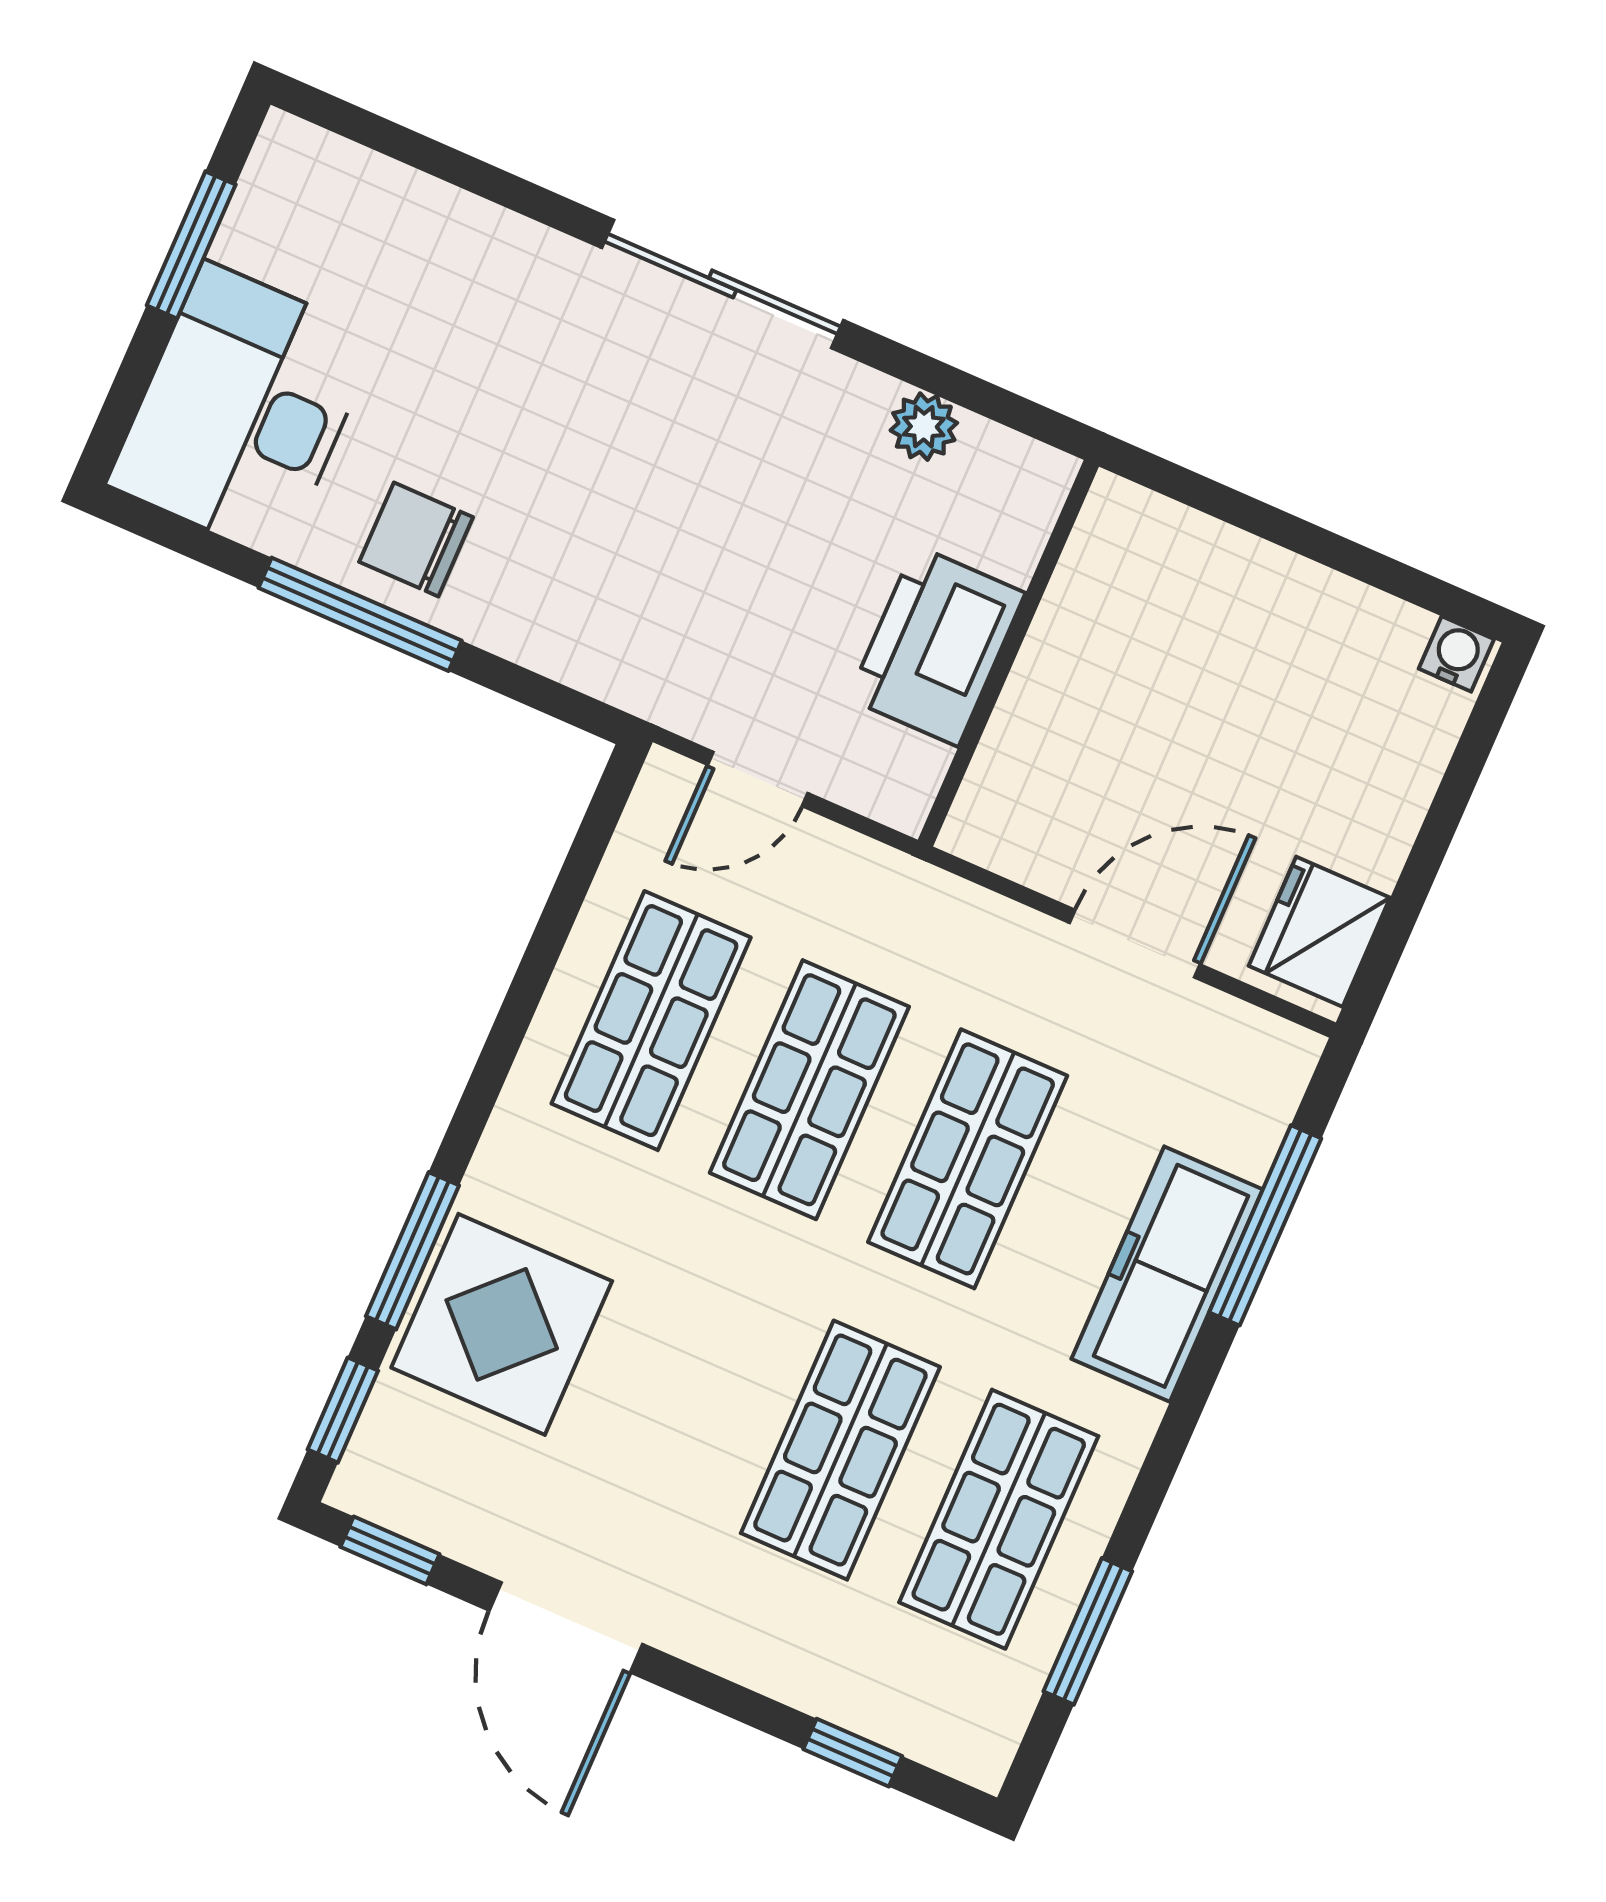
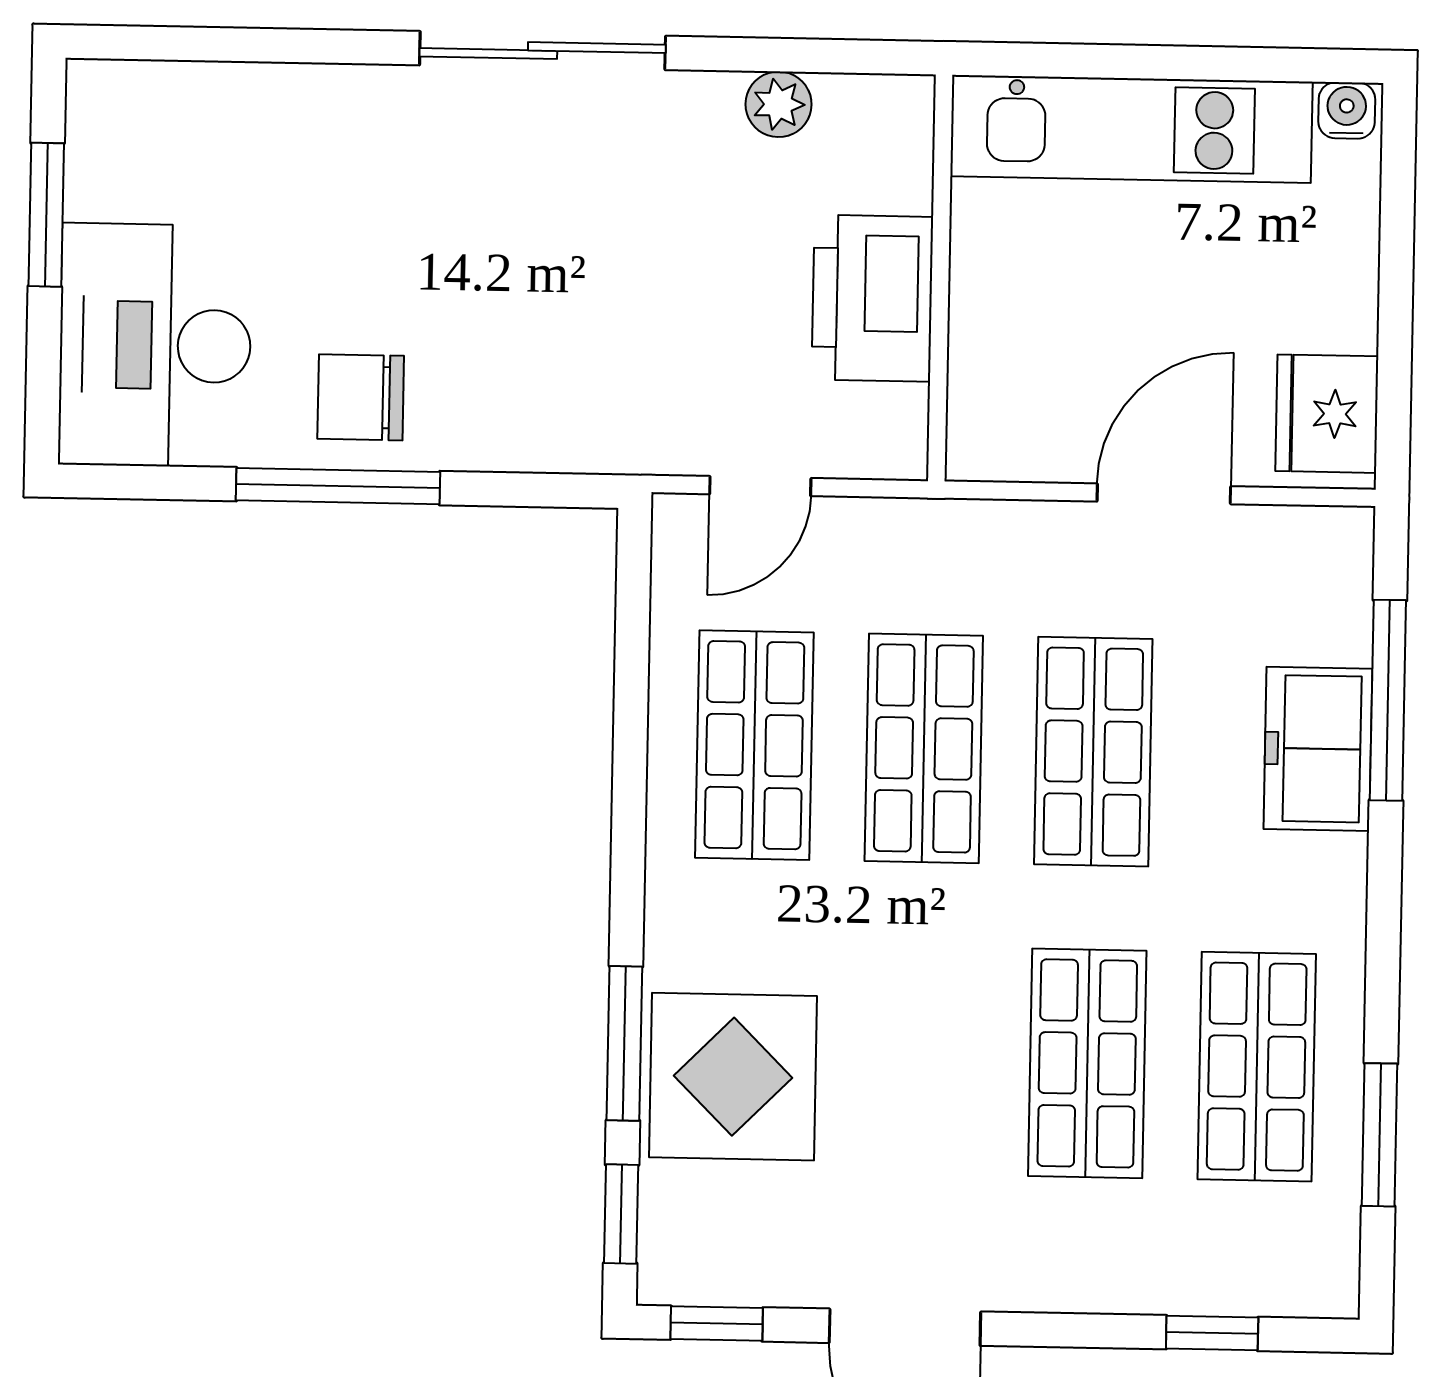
kitchen unit: (1247, 587) -> (1131, 129), added
freezer: (1167, 1274) -> (1318, 749), width x0.71

